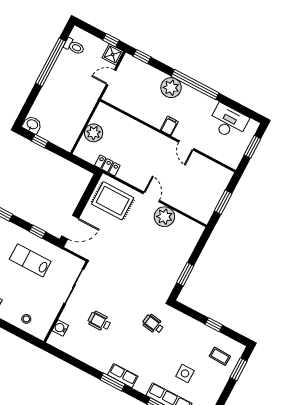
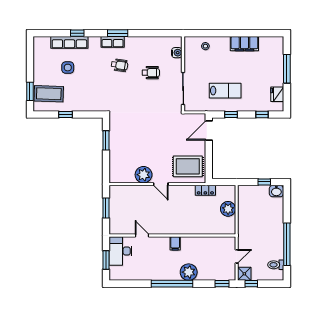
desk: (228, 122) -> (121, 251), moved, turned 90
door: (186, 145) -> (142, 236), moved
wheelchair: (153, 324) -> (119, 65), moved
coffee table: (220, 356) -> (49, 94), width x1.86, depth x1.72

